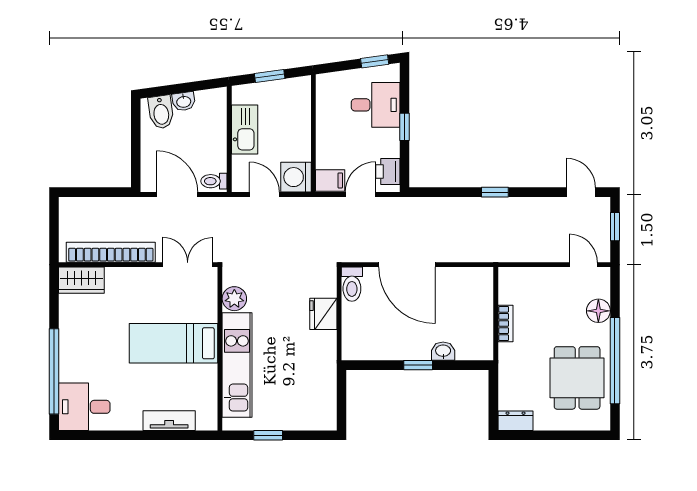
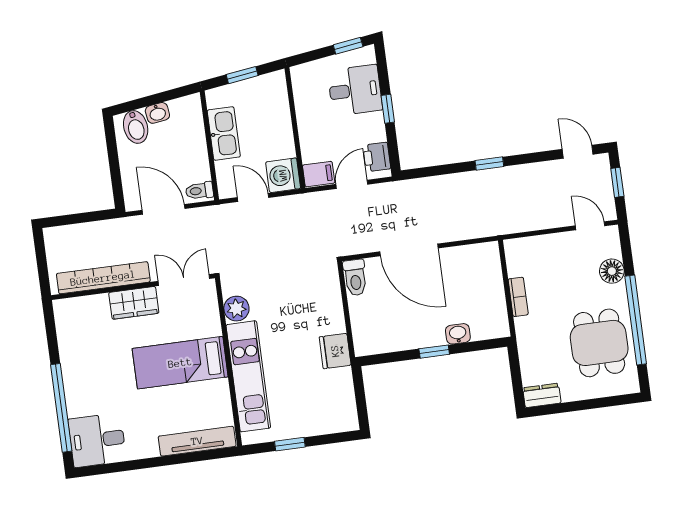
wardrobe: (81, 280) -> (134, 303), moved
fridge: (323, 314) -> (335, 351), moved
tv unit: (169, 421) -> (197, 441), width x1.41

